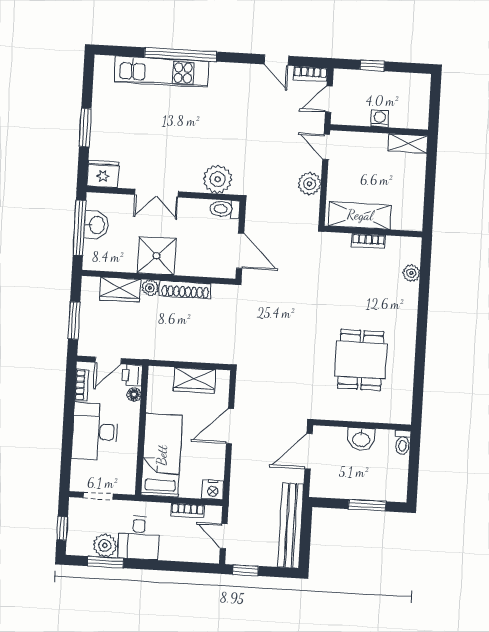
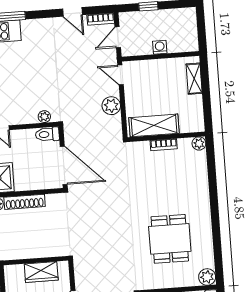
shelving: (408, 143) -> (194, 79), moved, turned 90
plant: (218, 179) -> (44, 117), width x0.53, depth x0.53
door: (240, 251) -> (64, 165), width x1.36
plant: (411, 273) -> (199, 143), moved
plant: (401, 414) -> (207, 277), added

